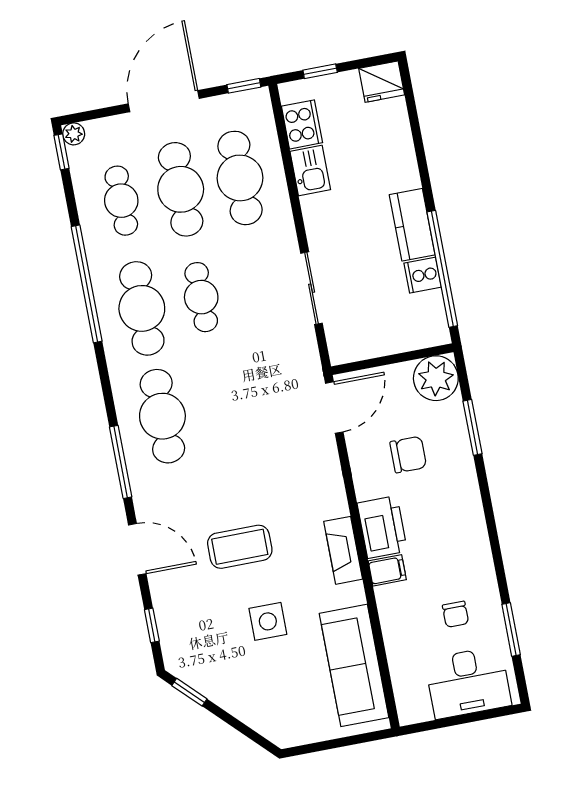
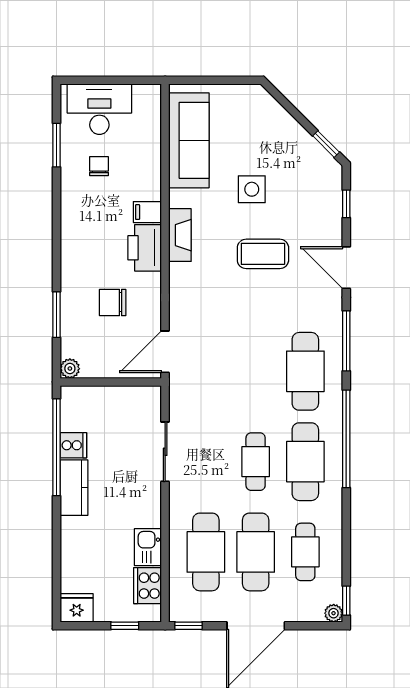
window: (87, 284) -> (346, 439), moved
plant: (436, 378) -> (70, 369), width x0.53, depth x0.53

